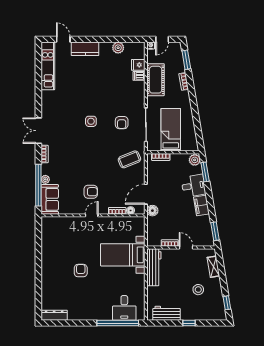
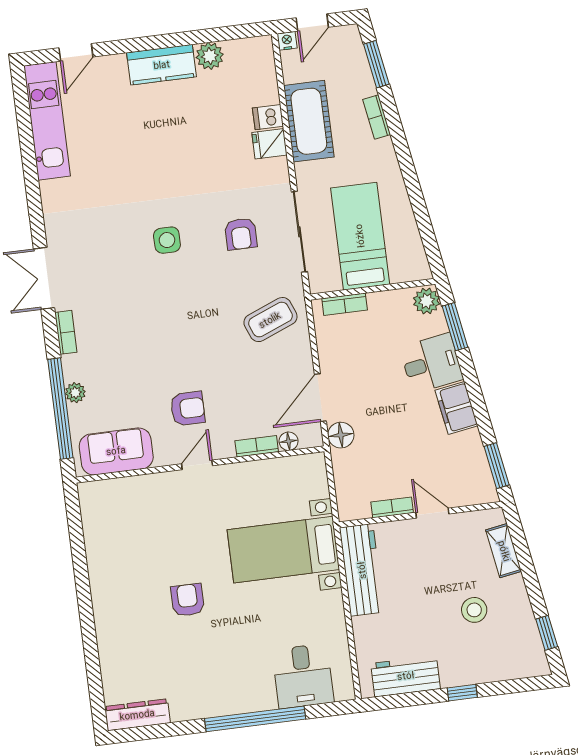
door: (63, 39) -> (76, 52), swing flipped
kitchen counter: (85, 49) -> (162, 65), moved
fridge: (138, 65) -> (269, 144), moved
sofa: (50, 199) -> (116, 451), moved, turned -90
window: (118, 323) -> (255, 719), moved

